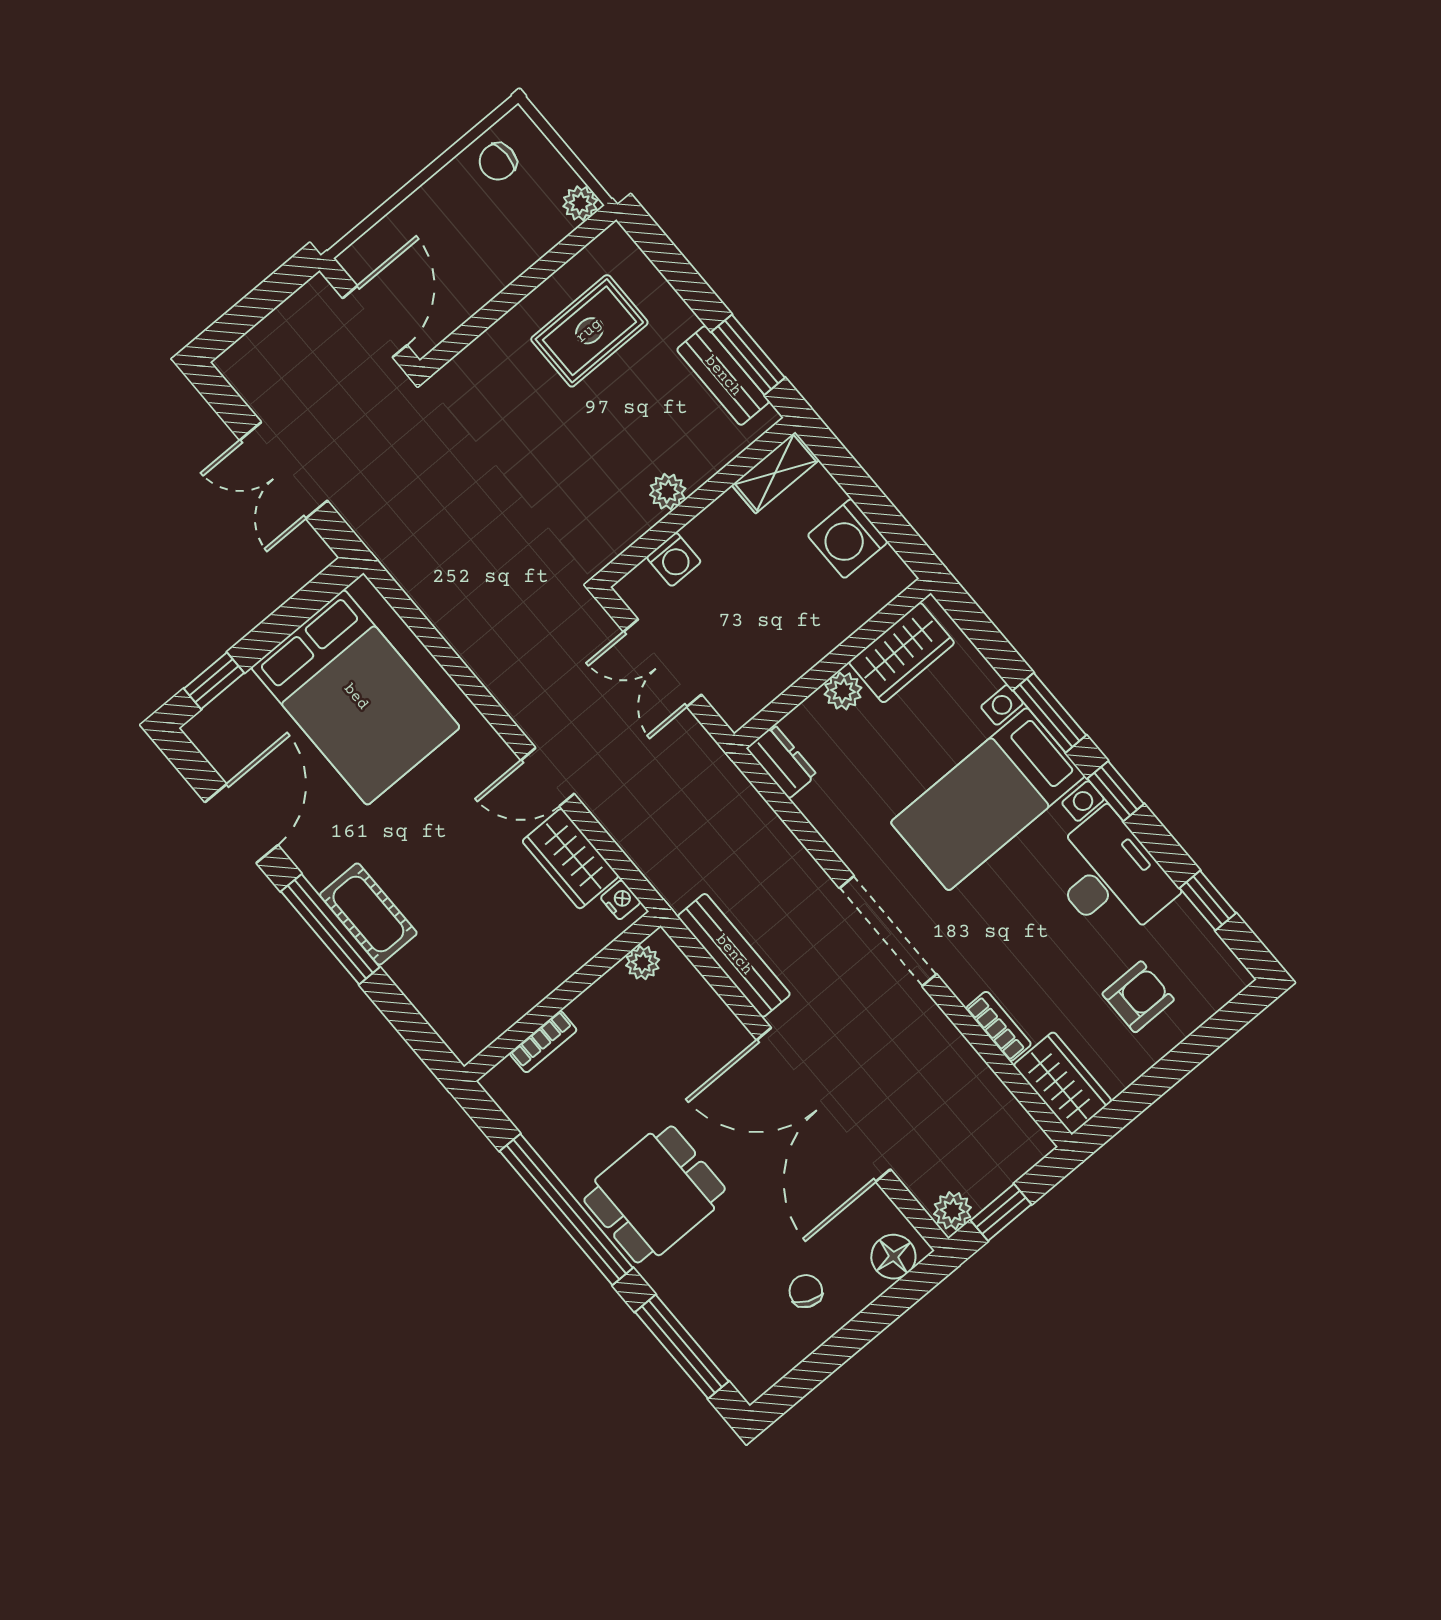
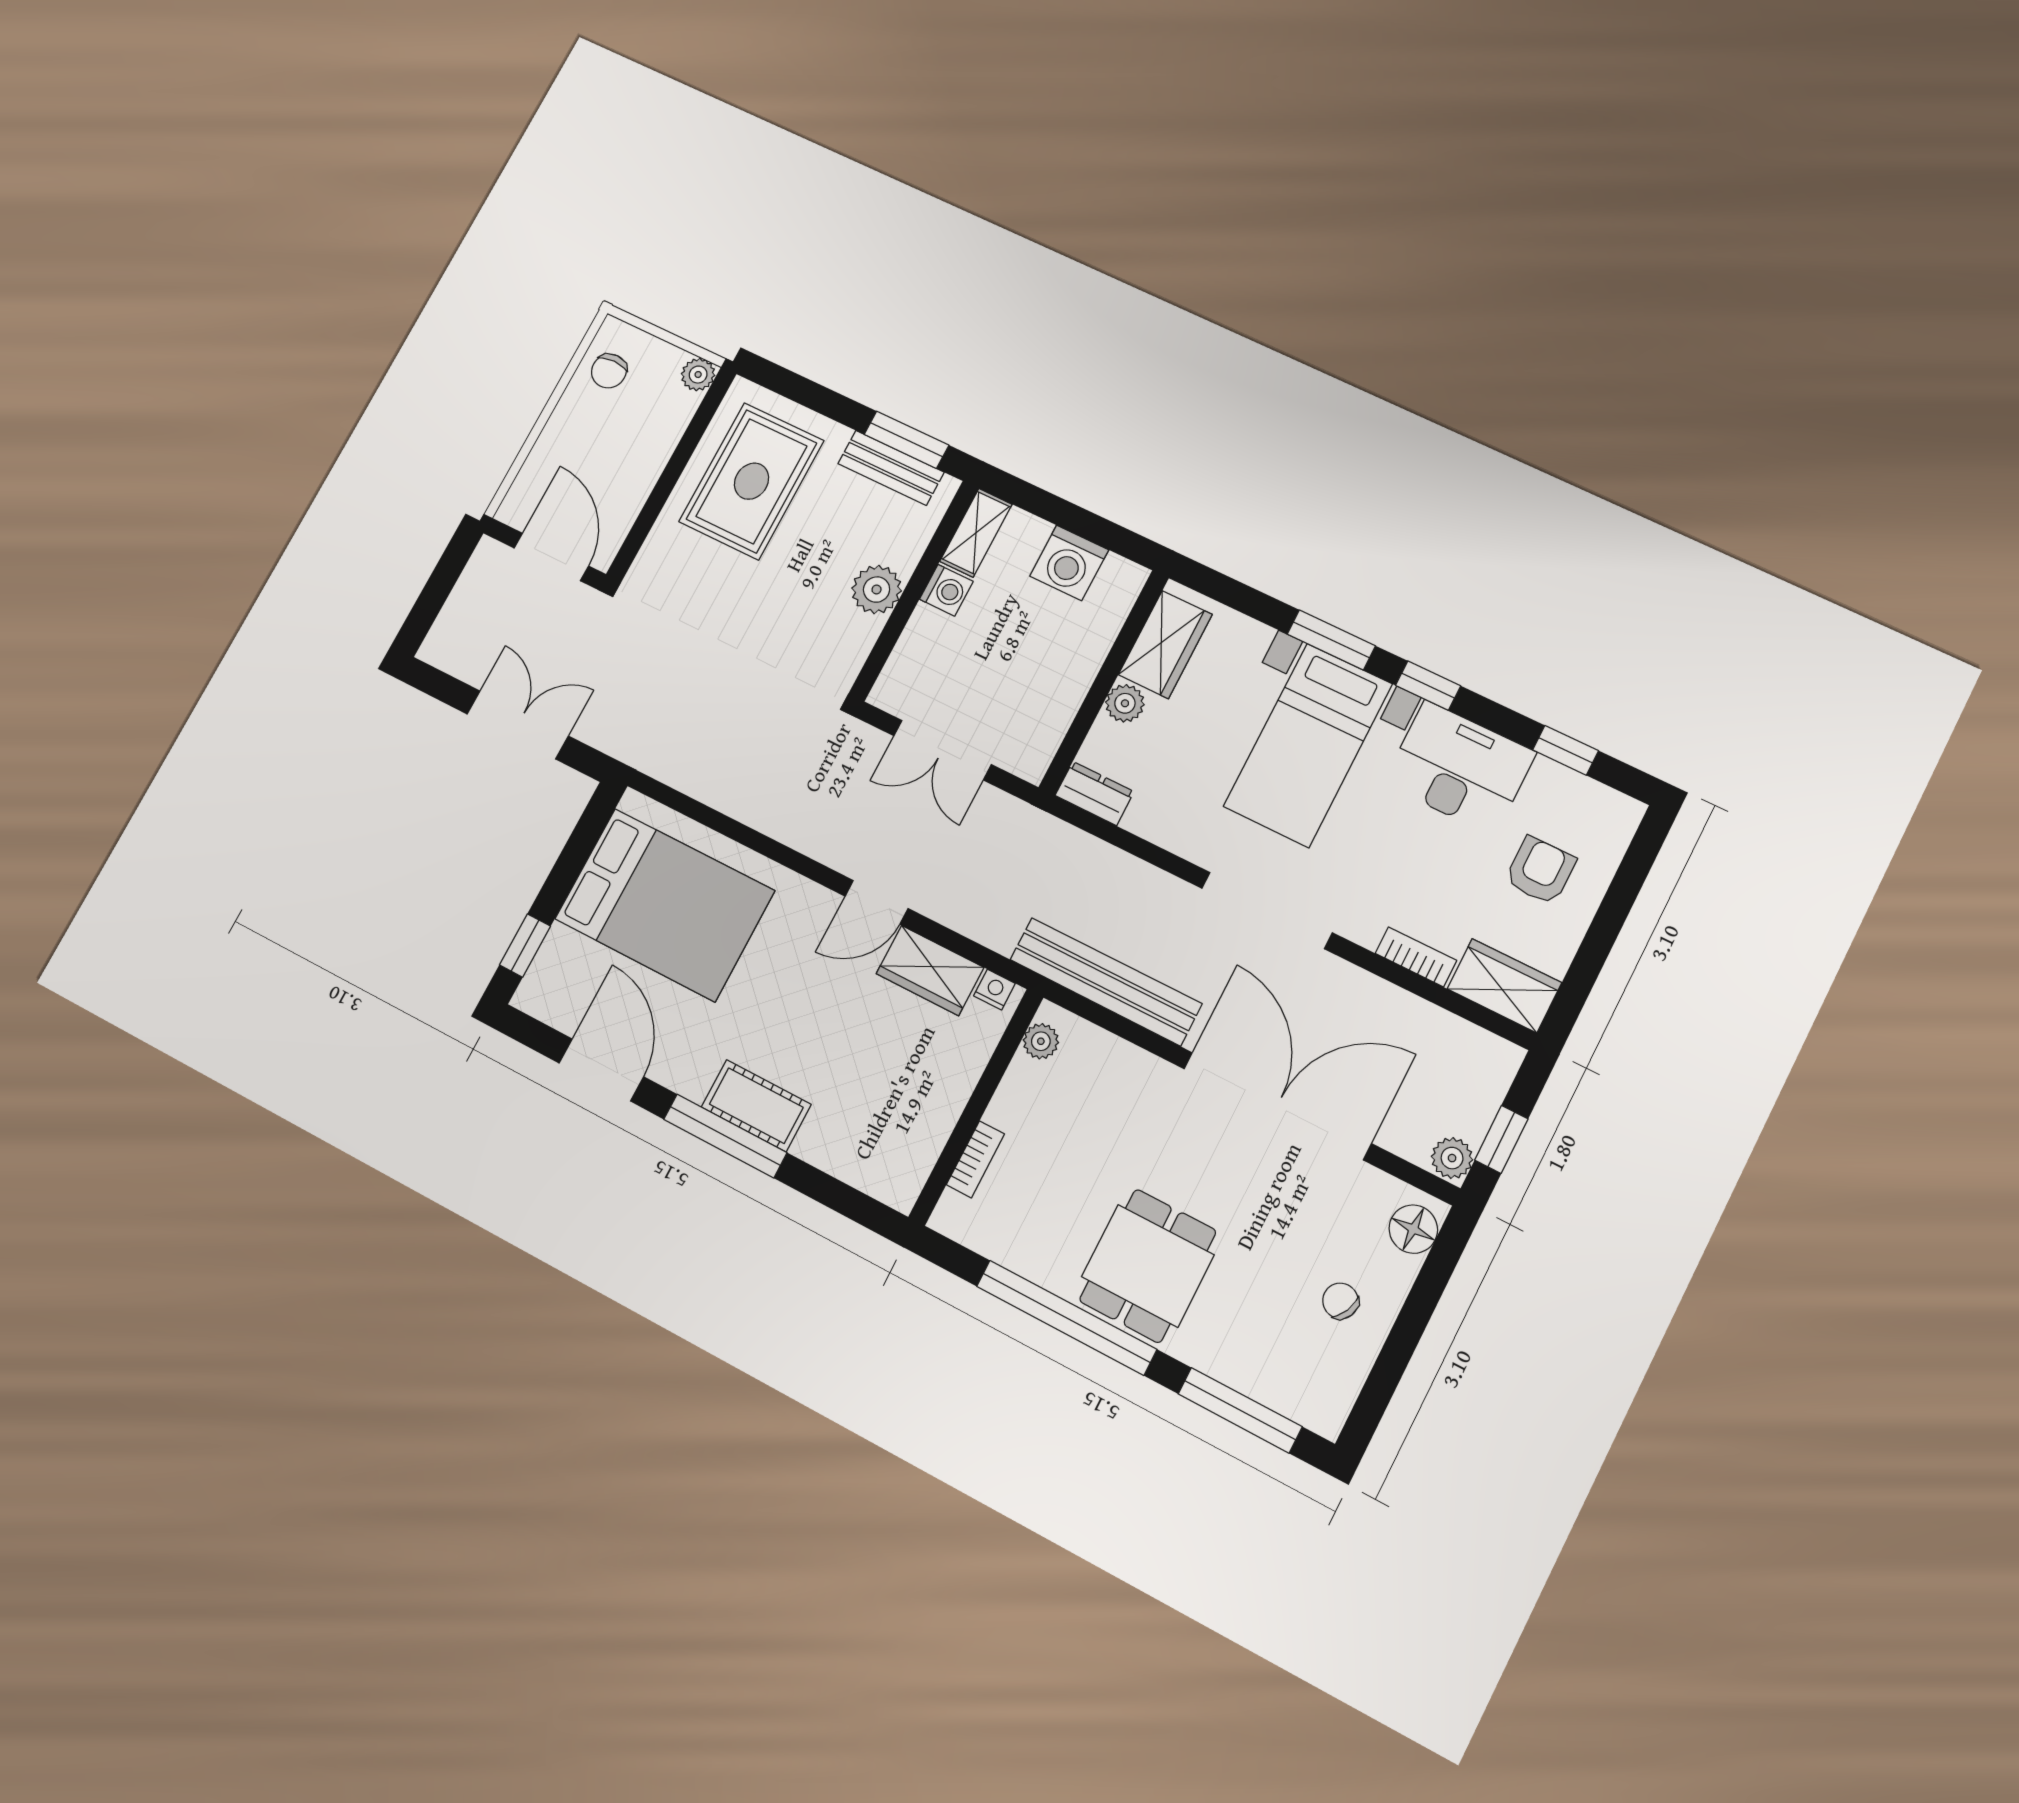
rug: (589, 331) -> (751, 481), width x1.36, depth x1.43
double door: (283, 470) -> (518, 725), swing flipped
plant: (668, 492) -> (877, 590), width x1.38, depth x1.38
washing machine: (674, 559) -> (946, 590), moved
bench: (734, 955) -> (1106, 982), width x1.37, depth x1.21
double door: (823, 1105) -> (1277, 1106), swing flipped

